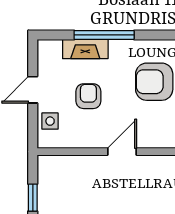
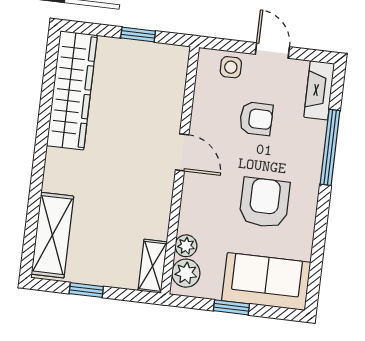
fireplace: (85, 49) -> (319, 90), moved

